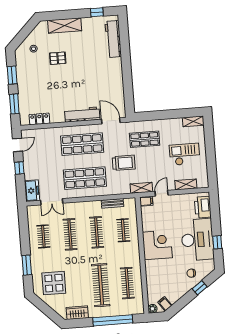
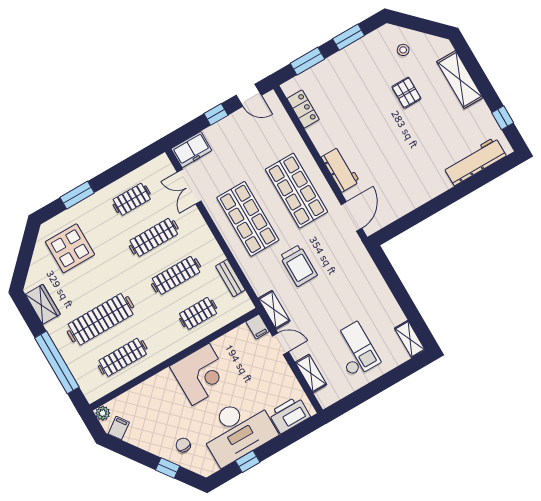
workbench: (82, 115) -> (340, 169), width x0.73
shop shelf: (145, 139) -> (348, 280), removed

